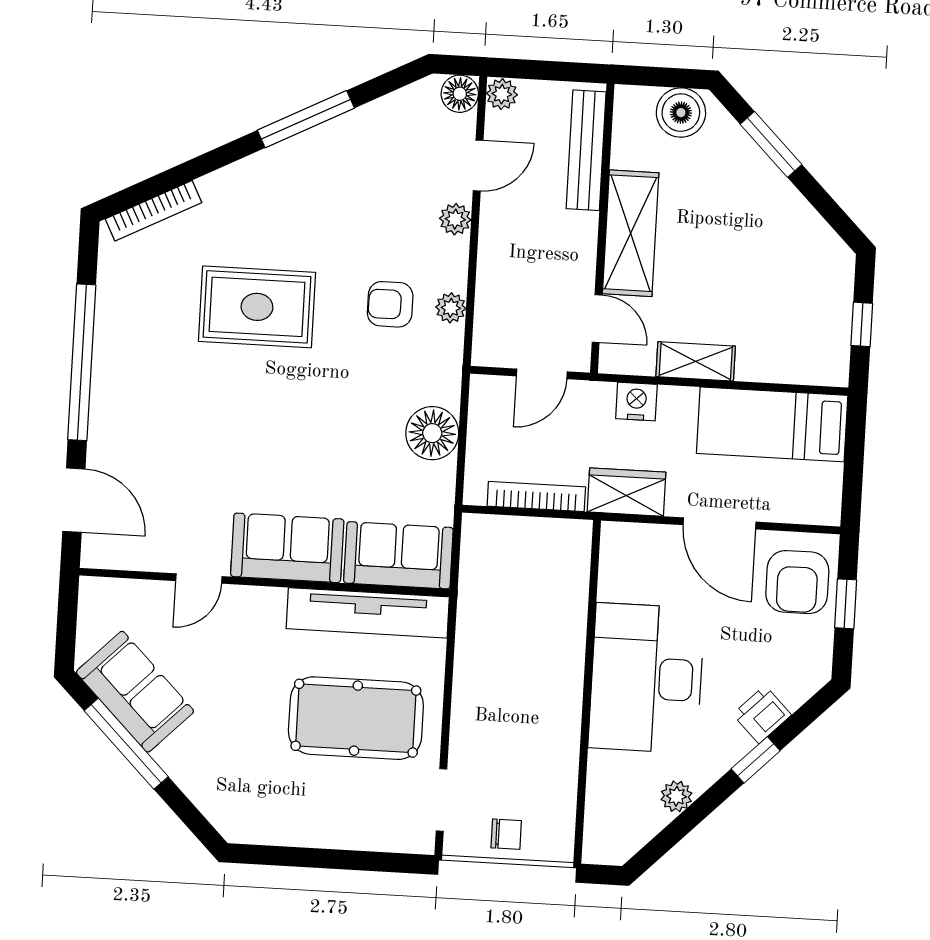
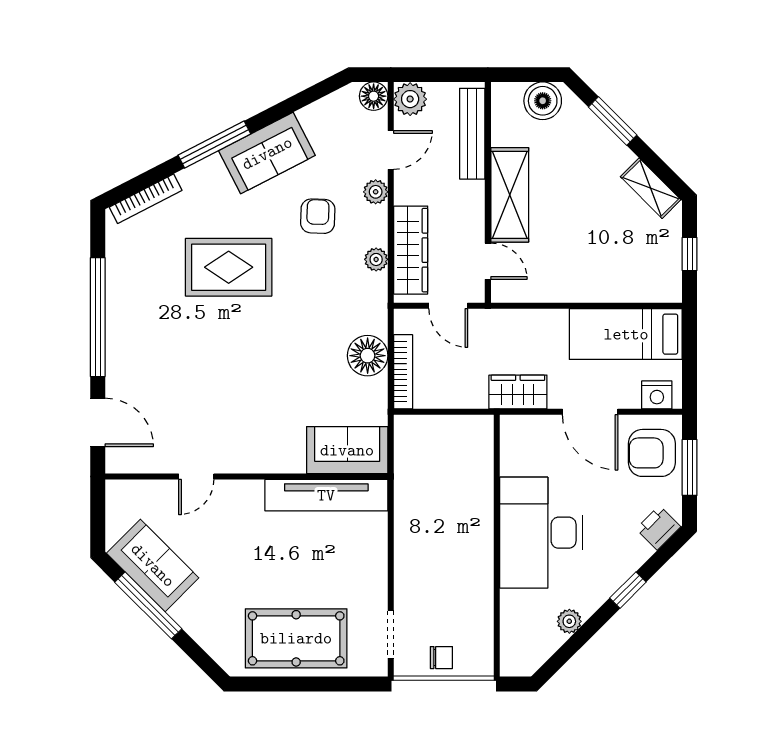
plant: (502, 94) -> (410, 99), width x1.38, depth x1.38
window: (306, 119) -> (214, 145), moved
wardrobe: (497, 298) -> (411, 250), added
armchair: (390, 304) -> (318, 216), moved, turned 92
shelving: (696, 361) -> (651, 188), moved, turned 45
door: (542, 374) -> (448, 306), hinge flipped
nightstand: (636, 402) -> (657, 395), moved, turned 180
bookcase: (536, 497) -> (403, 372), moved, turned 90
sofa: (287, 548) -> (267, 153), moved, turned 153
armchair: (797, 582) -> (652, 453), turned 90
window: (846, 604) -> (690, 467), width x1.50
printer: (762, 715) -> (658, 528), moved
pool table: (356, 718) -> (296, 638), moved

